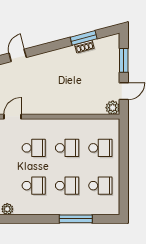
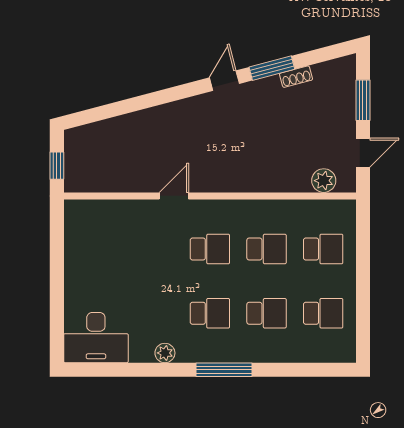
window: (84, 38) -> (272, 68), moved
door: (18, 55) -> (224, 81), moved
plant: (113, 108) -> (324, 181), moved
window: (76, 219) -> (224, 370), moved

